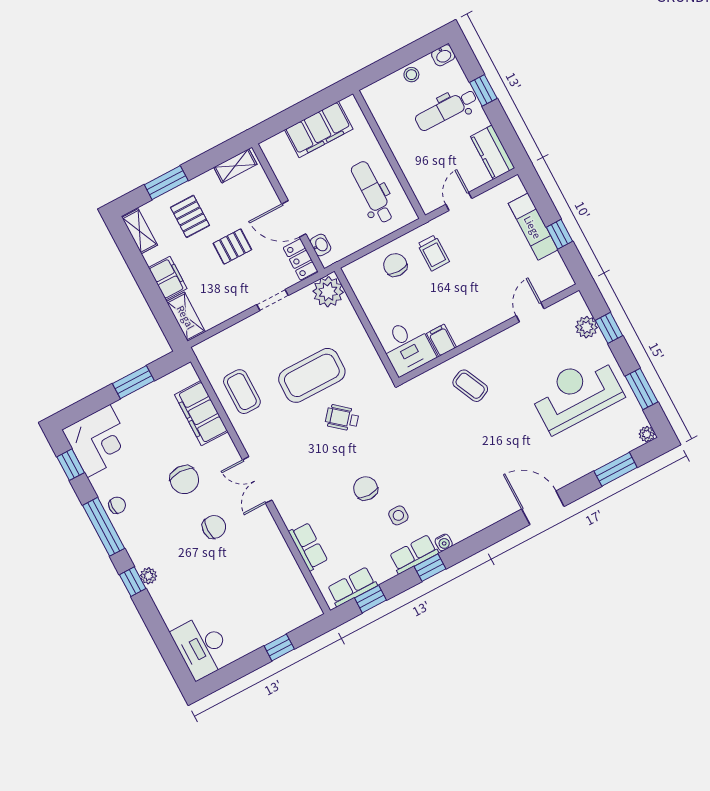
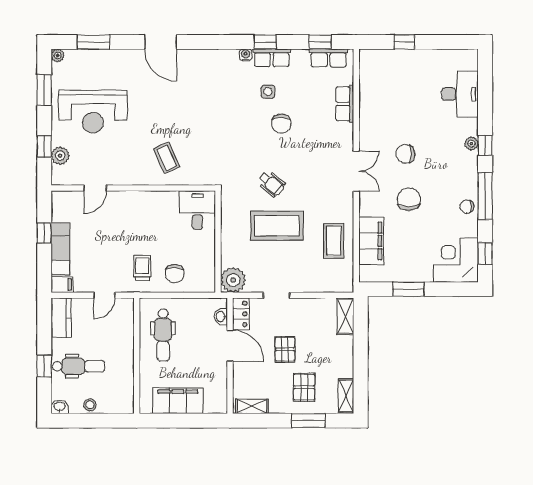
pallet: (232, 247) -> (285, 349), turned 90
filing cabinet: (168, 278) -> (344, 351), removed
filing cabinet: (441, 340) -> (62, 284), moved, turned -90
desk: (202, 647) -> (460, 94), moved

